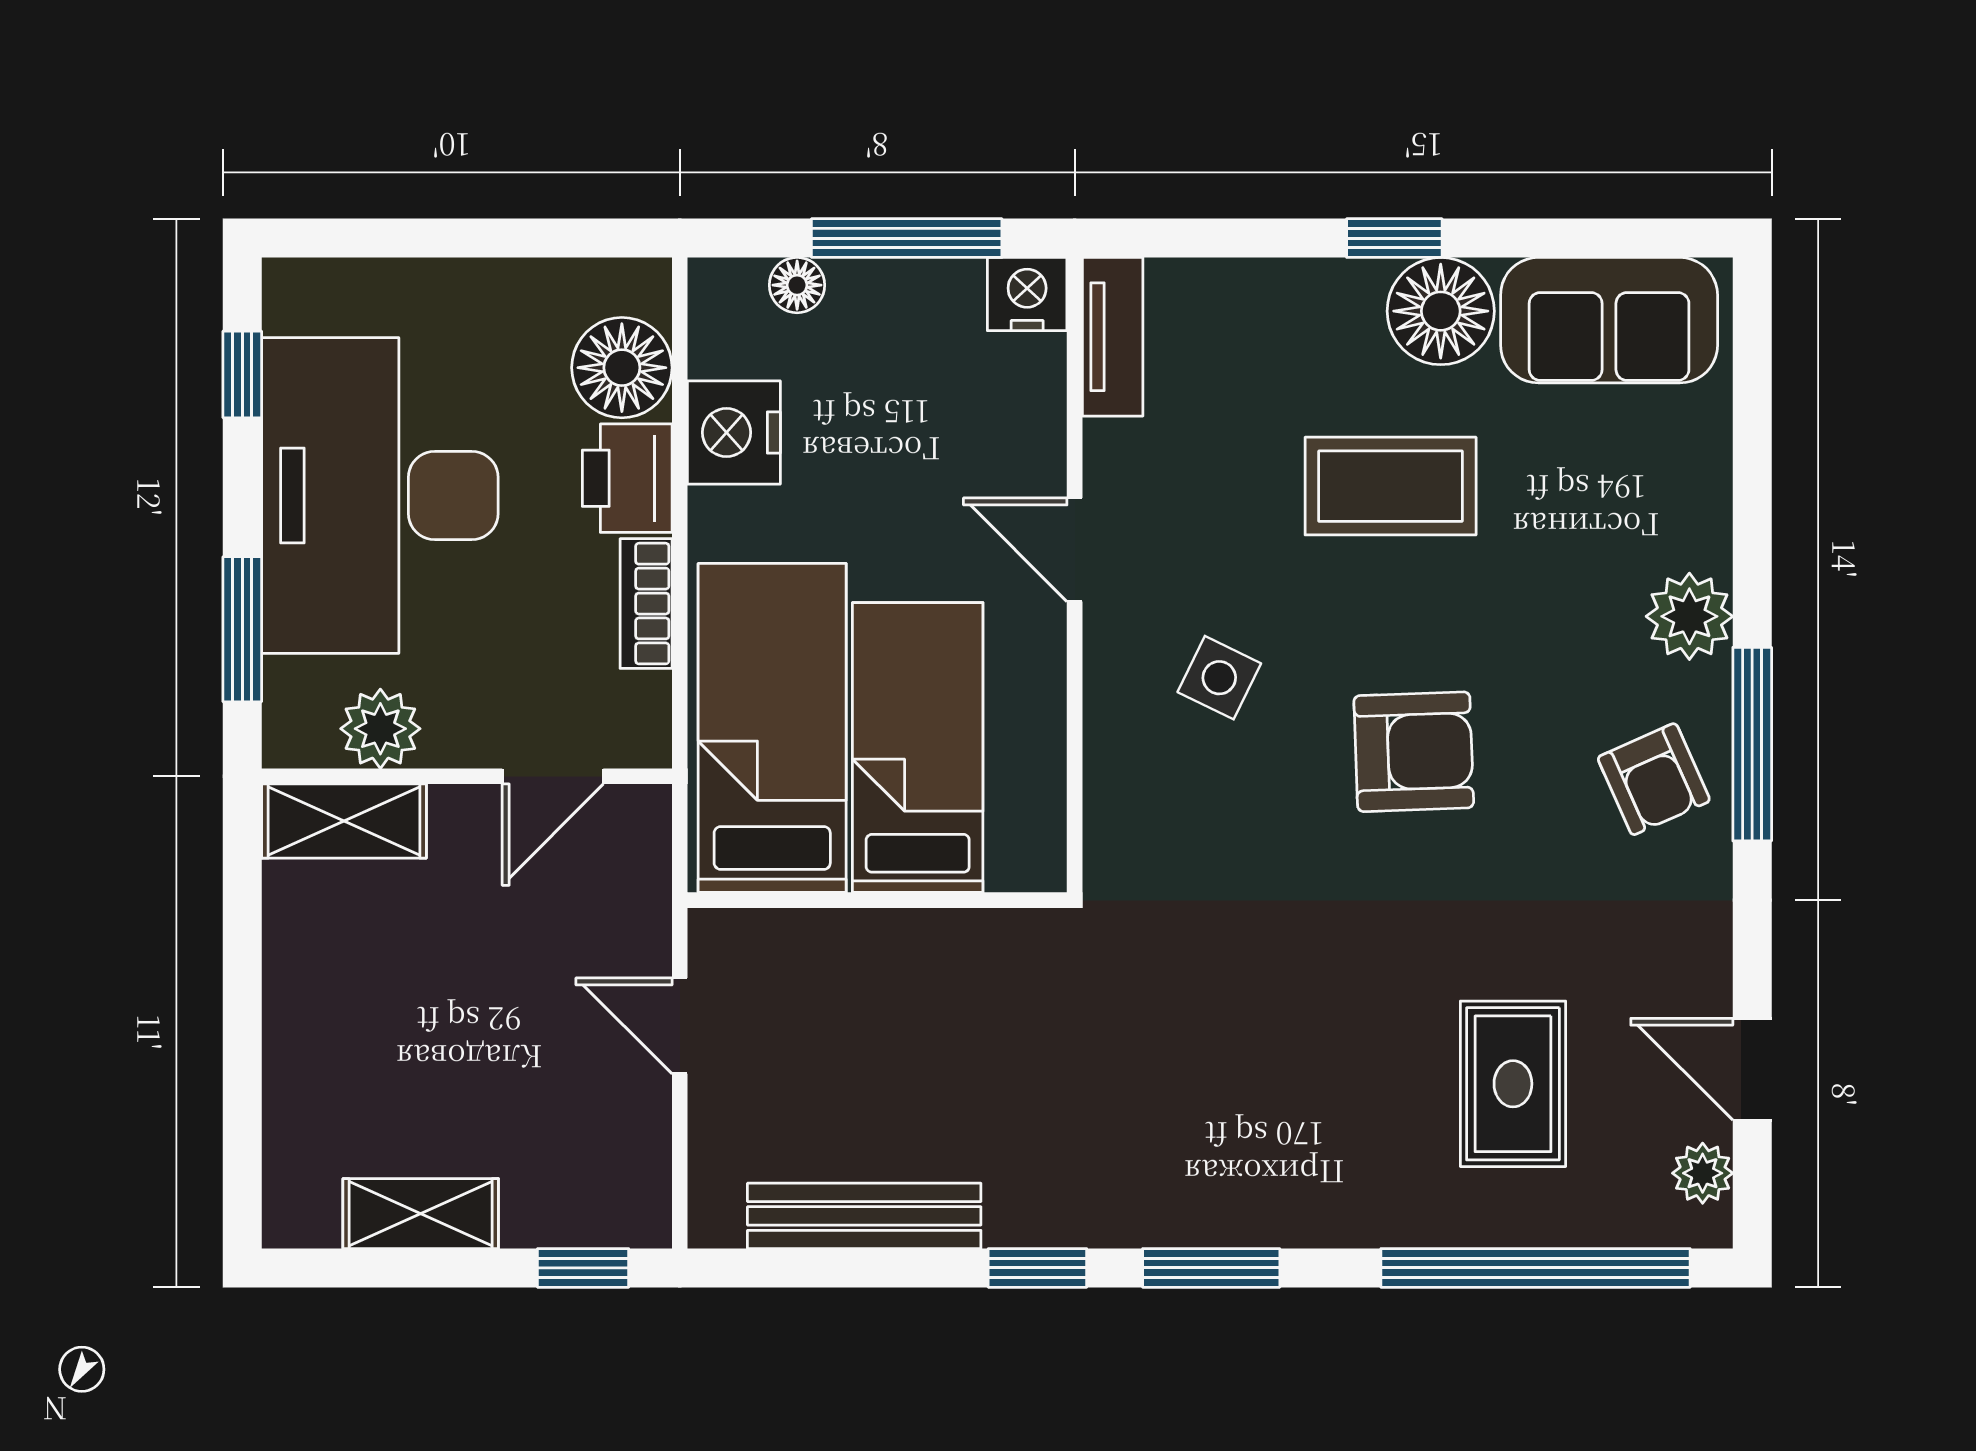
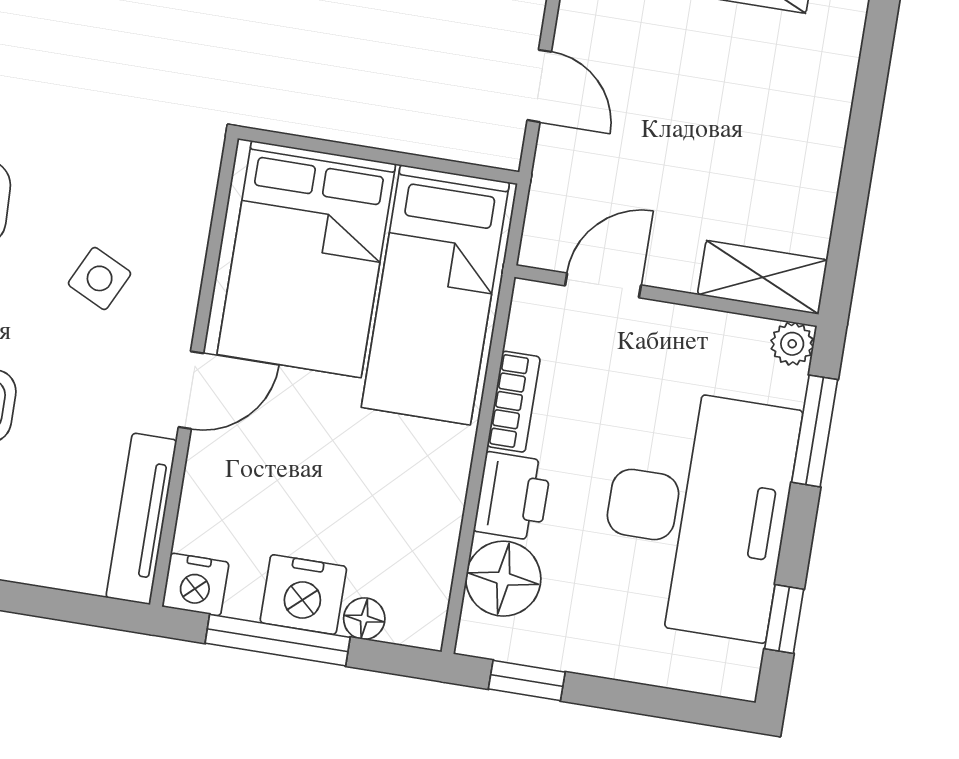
window: (569, 238) -> (527, 680), added
tv unit: (1113, 337) -> (141, 519), width x1.41
nightstand: (734, 432) -> (303, 595), moved, turned 90
door: (1075, 550) -> (191, 390), hinge flipped
plant: (380, 729) -> (792, 344), moved, width x0.73, depth x0.73
bed: (918, 747) -> (306, 259), width x1.50

